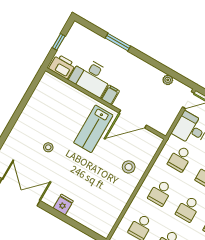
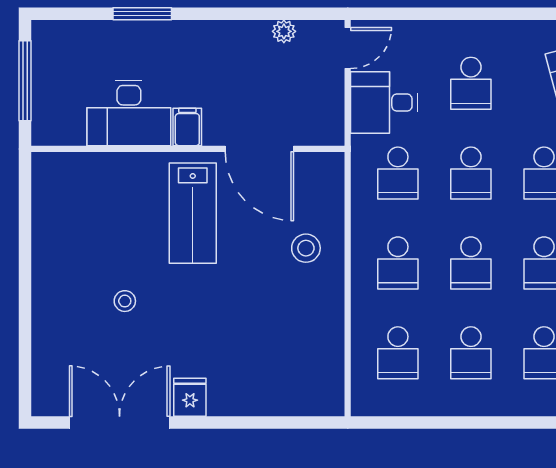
window: (59, 42) -> (25, 81), width x2.17
printer: (62, 66) -> (60, 125), removed
door: (133, 119) -> (259, 149), hinge flipped
fridge: (63, 205) -> (190, 397), moved

